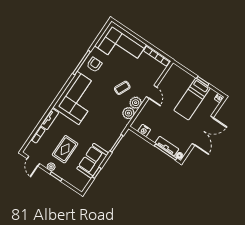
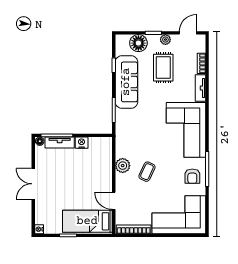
door: (152, 92) -> (114, 201), moved
bed: (192, 99) -> (87, 221), moved, turned -90
plant: (128, 113) -> (123, 150), removed
nightstand: (144, 130) -> (82, 143), moved
double door: (203, 131) -> (33, 184), width x0.73
door: (33, 161) -> (188, 33), hinge flipped
sofa: (93, 161) -> (126, 82), width x1.36
floor lamp: (70, 176) -> (138, 43), added

